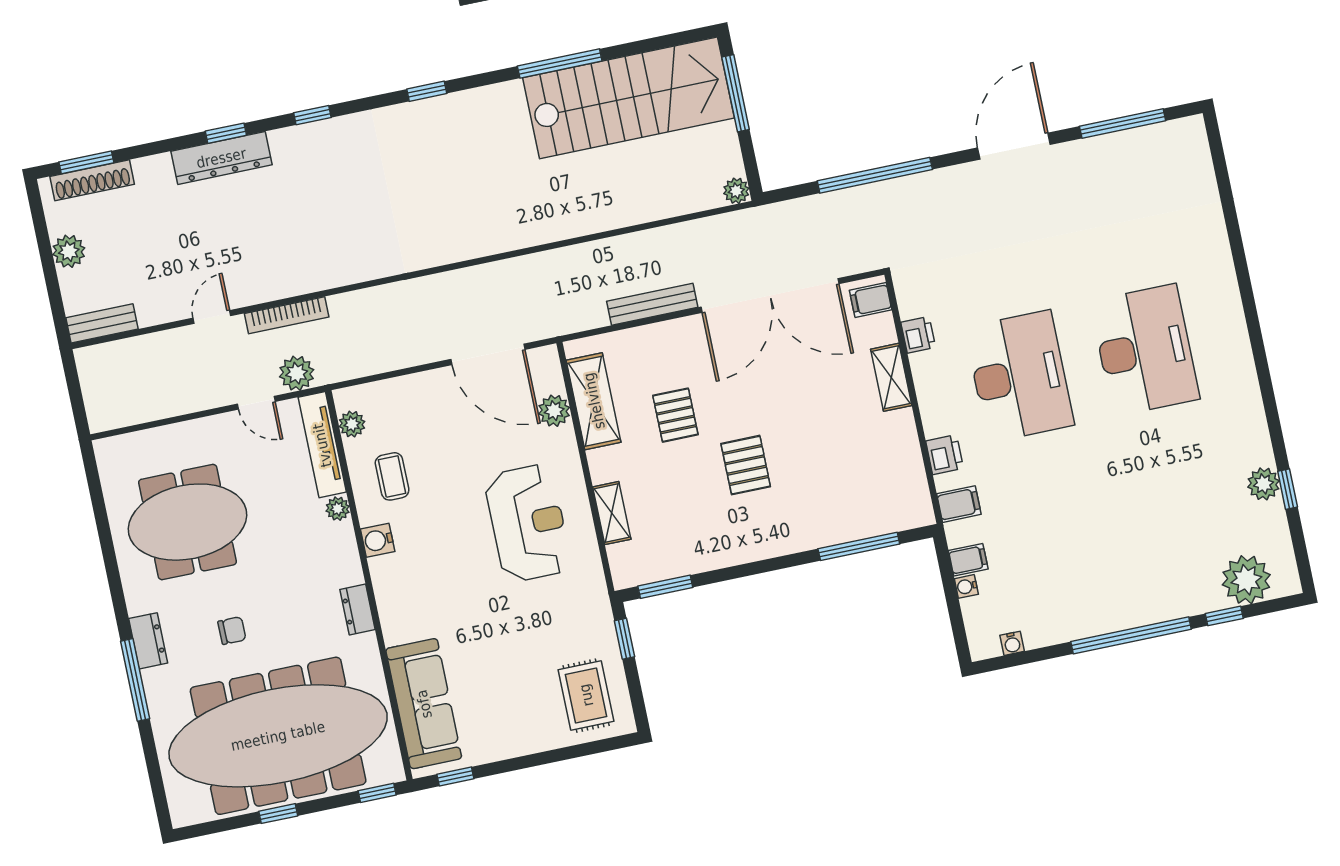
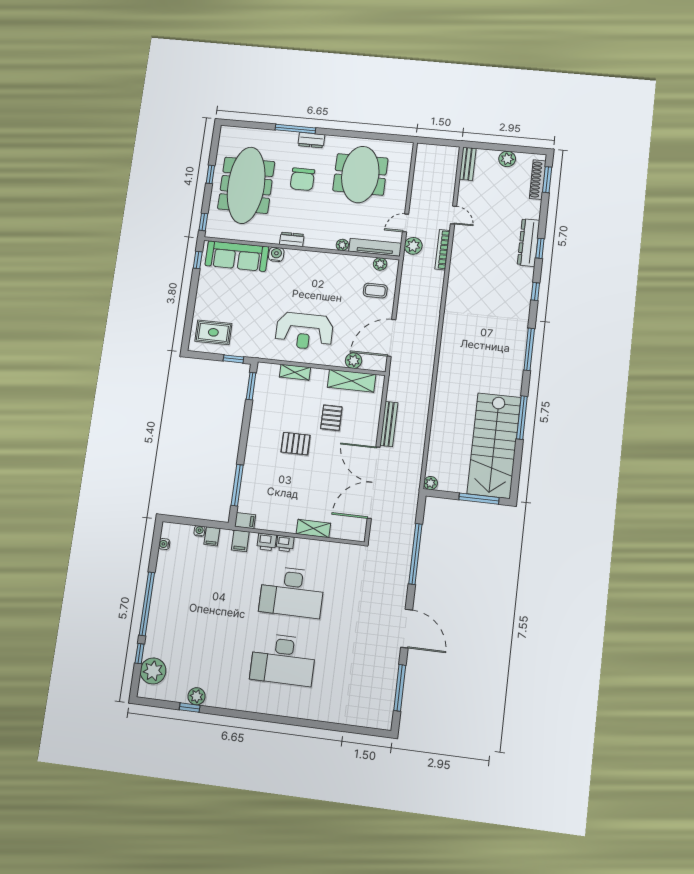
window: (427, 91) -> (529, 349), width x2.17
filing cabinet: (871, 300) -> (245, 521), moved, turned 90
printer: (918, 335) -> (285, 543), moved
pallet: (675, 415) -> (331, 418), turned 90
coffee table: (392, 476) -> (375, 291), moved
water cooler: (378, 540) -> (276, 254), moved
chair: (232, 631) -> (302, 179), width x1.87, depth x1.87
meeting table: (278, 736) -> (246, 185), width x0.73, depth x0.79

